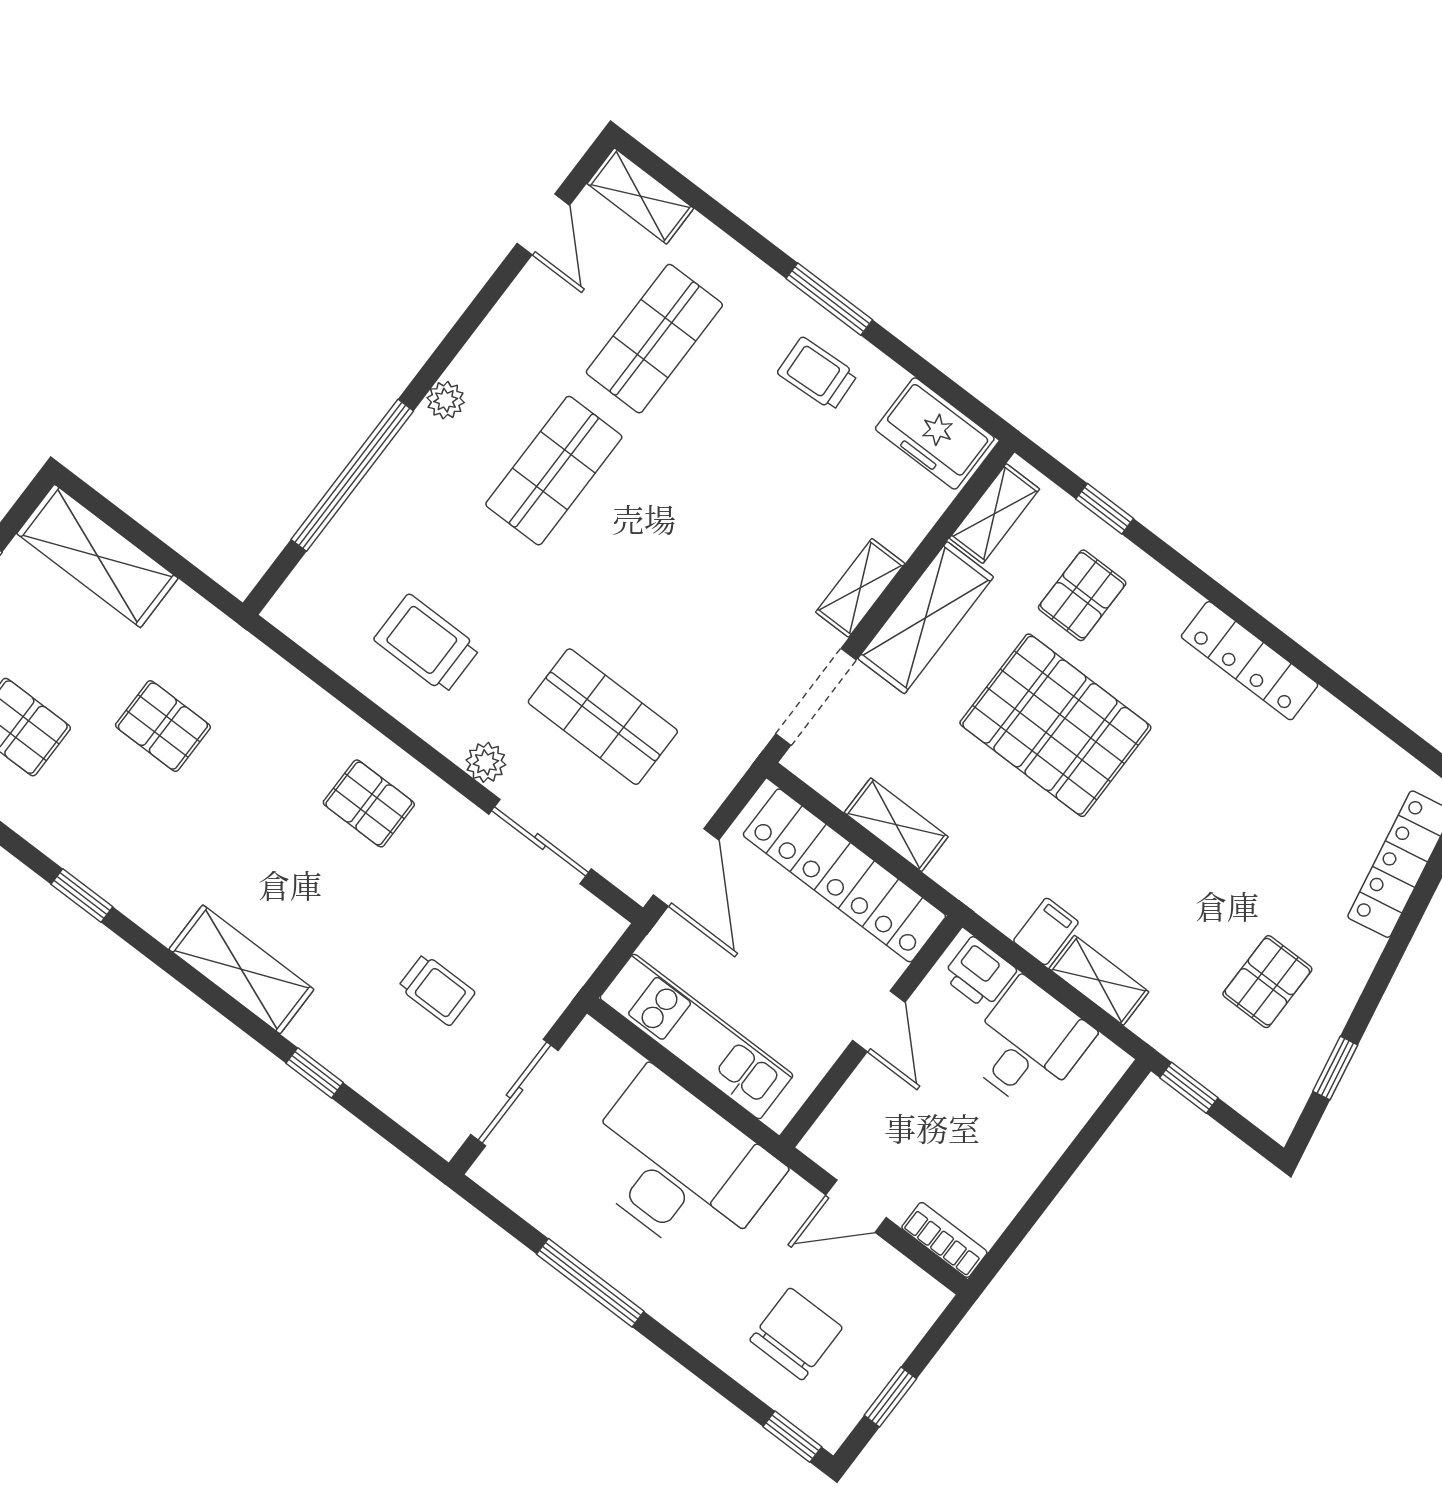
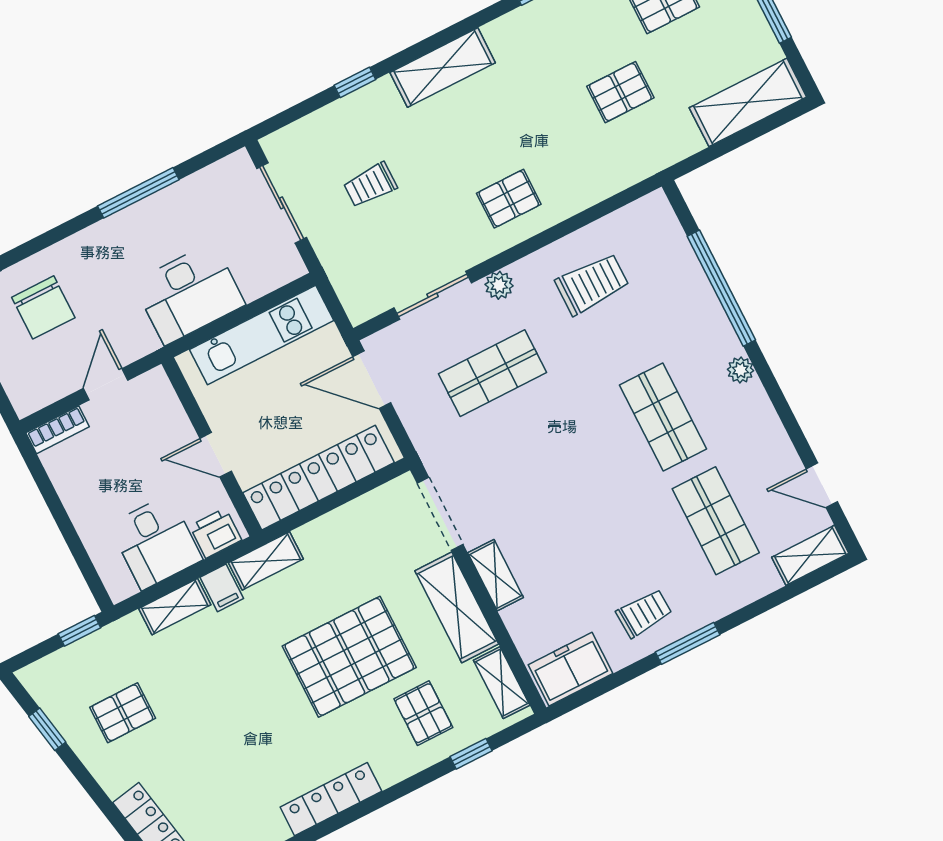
shelving: (896, 825) -> (266, 561), moved
pallet: (1267, 982) -> (123, 713), turned 90
desk: (679, 1168) -> (189, 294), width x0.73, depth x0.77

